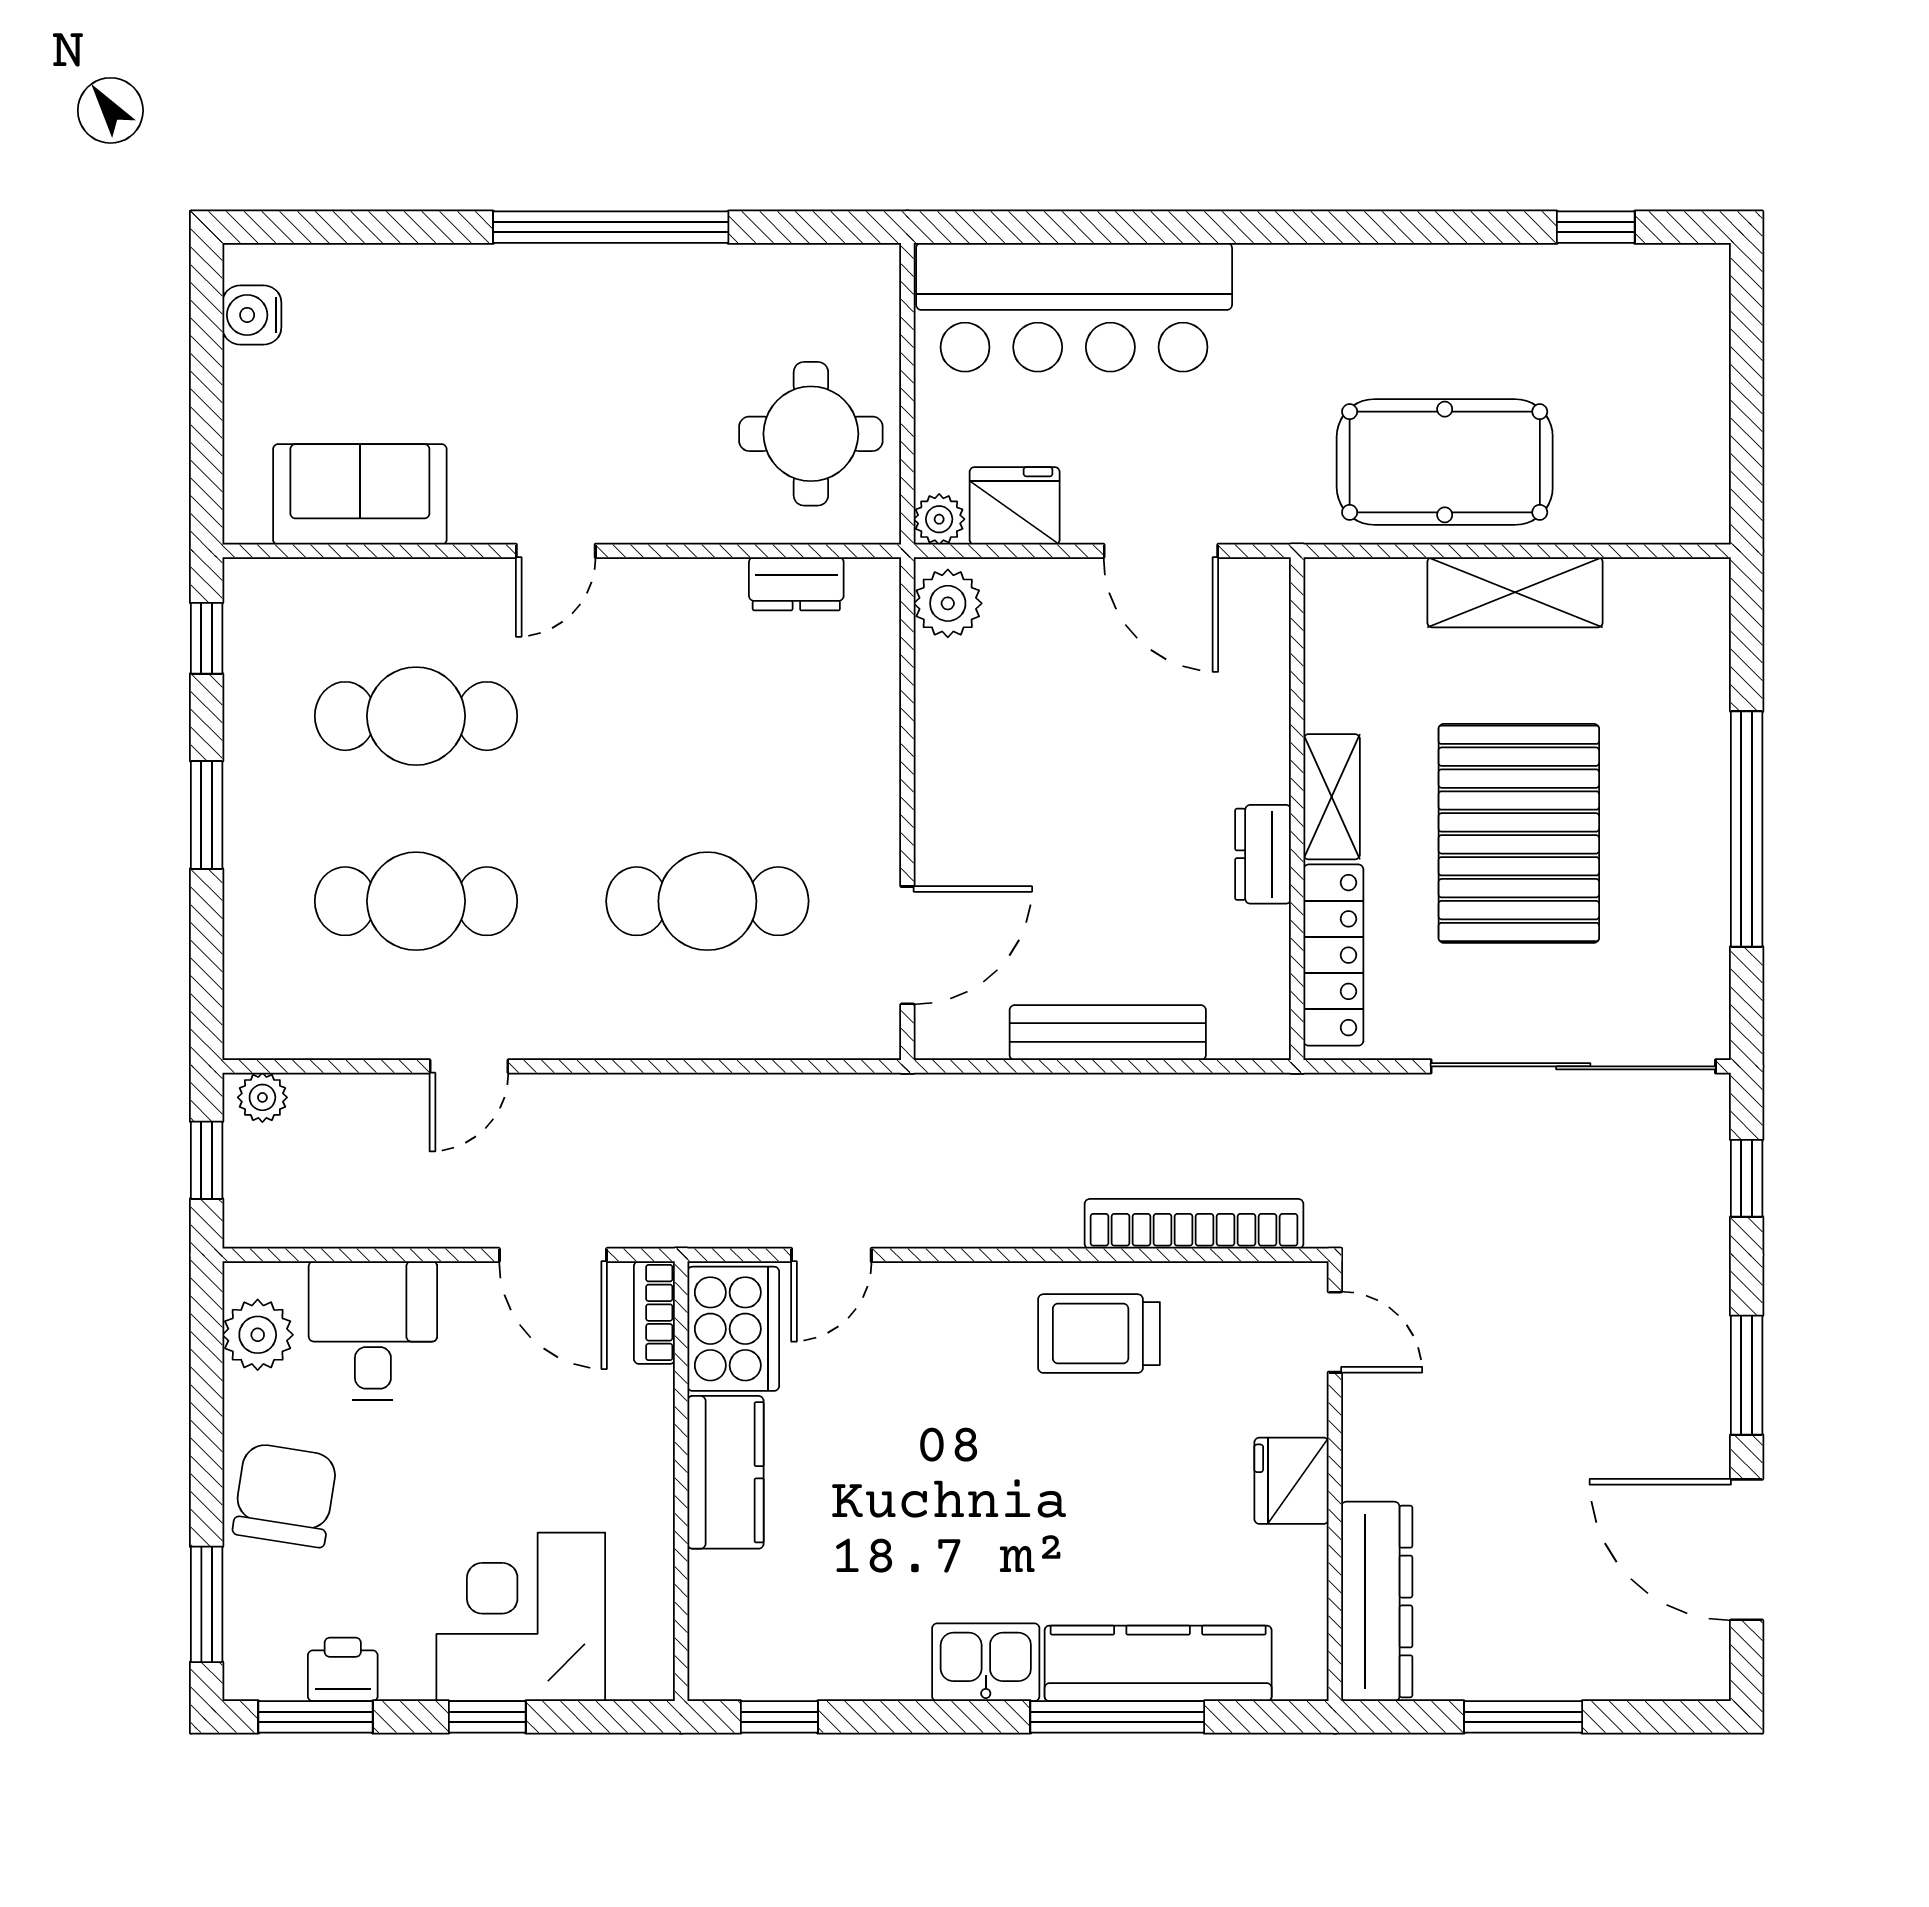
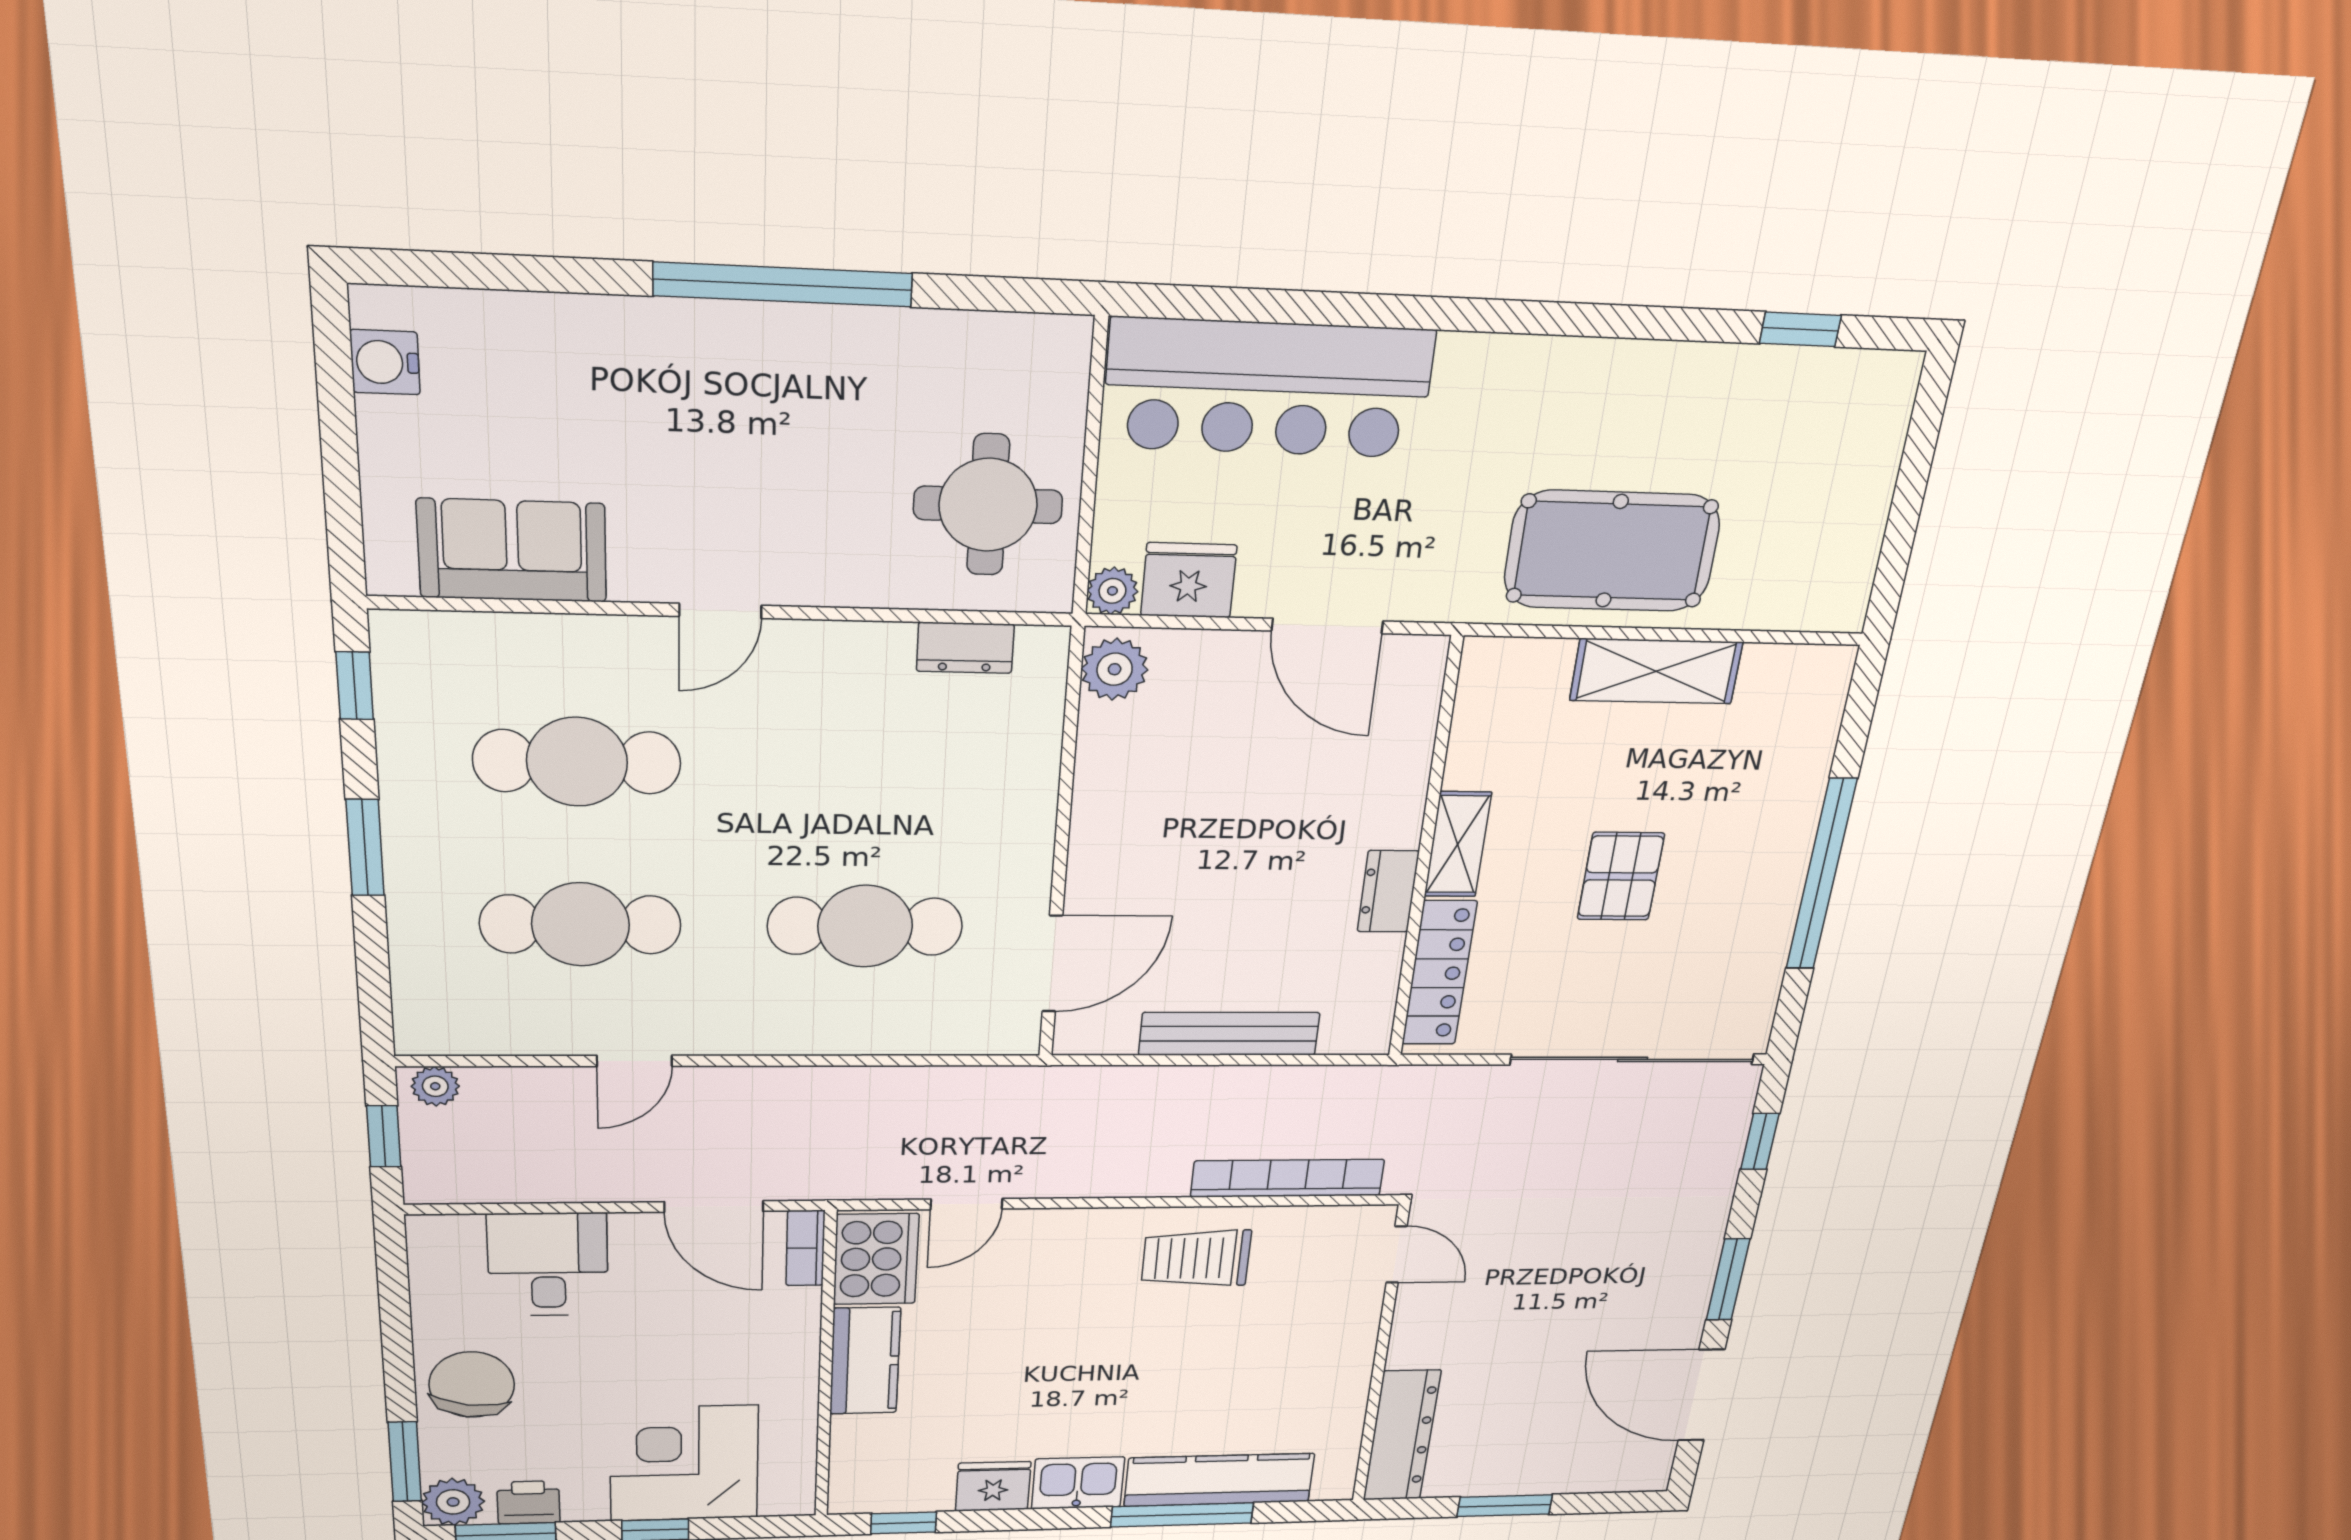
pallet: (1519, 833) -> (1621, 876), width x0.49, depth x0.50
plant: (258, 1335) -> (453, 1502), moved
fridge: (1291, 1481) -> (993, 1486), moved, turned 90

